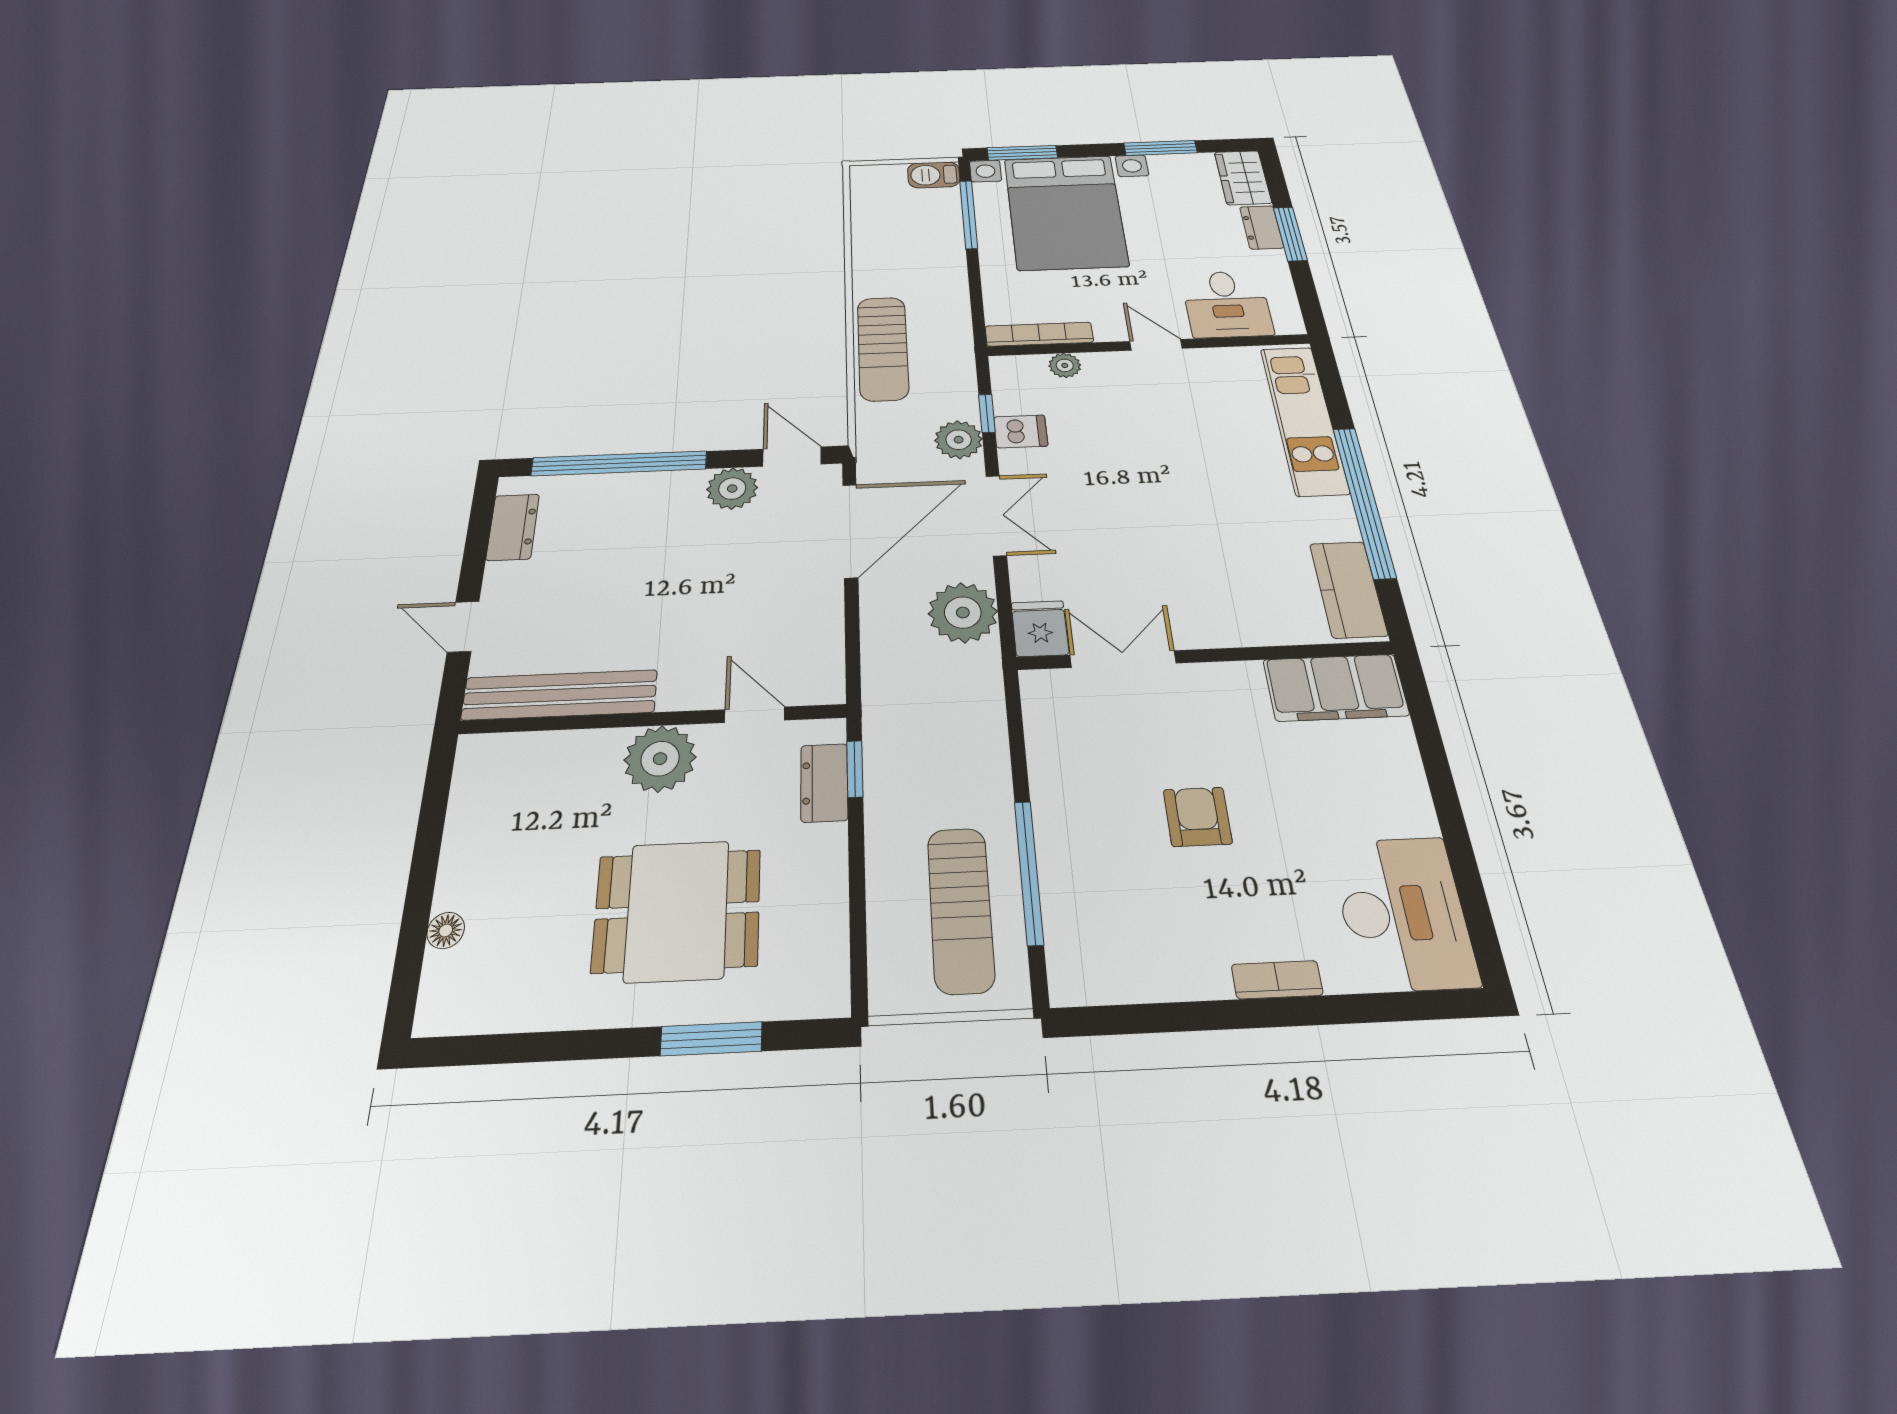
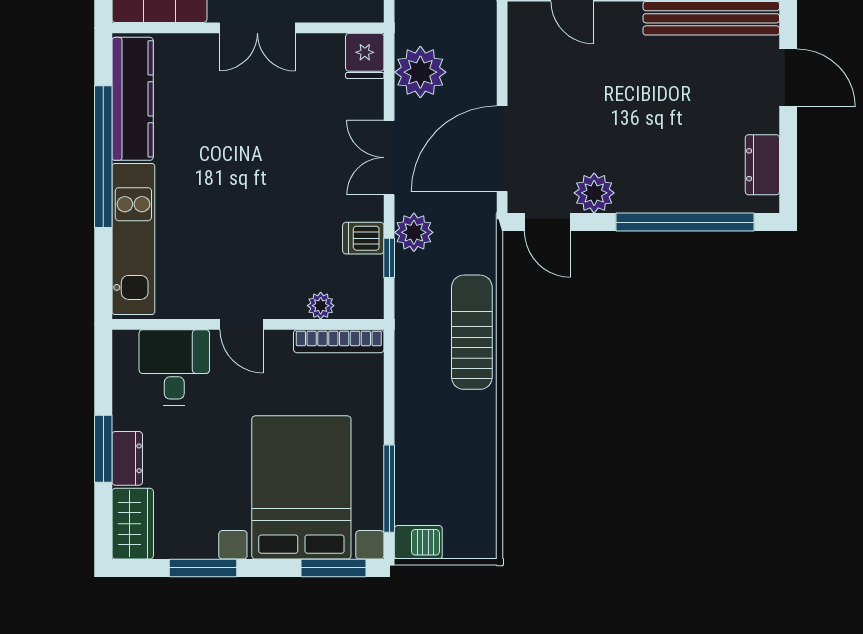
kitchen counter: (1348, 589) -> (133, 99), width x1.50
door: (463, 627) -> (788, 78), width x1.38
double door: (1123, 659) -> (257, 28), moved

